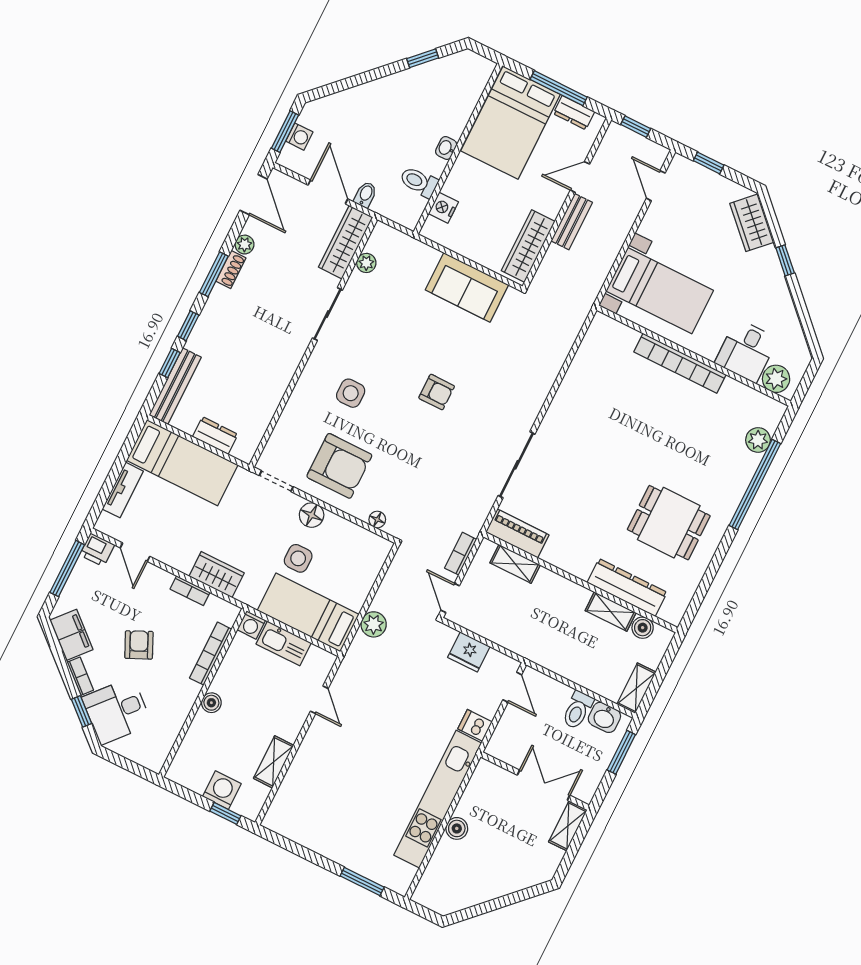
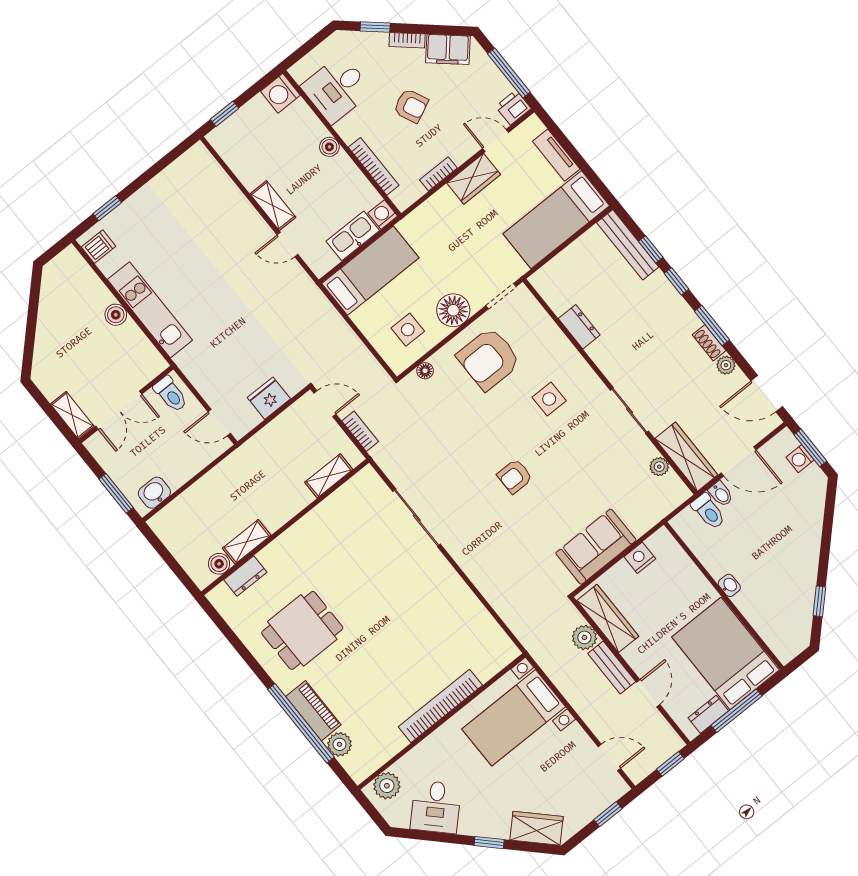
toilet: (419, 182) -> (708, 511), moved, turned 90
nightstand: (443, 208) -> (640, 558), moved, turned -90
desk: (746, 351) -> (436, 807), moved, turned -135
dresser: (215, 435) -> (579, 327), moved, turned -90
floor lamp: (312, 515) -> (453, 310), width x1.38, depth x1.38
piano: (517, 533) -> (313, 711), moved, turned -90
side table: (298, 558) -> (408, 330), moved
wardrobe: (217, 575) -> (474, 179), moved
dresser: (627, 587) -> (245, 576), width x0.51, depth x0.80
plant: (374, 624) -> (584, 637), moved
shelving: (636, 688) -> (167, 533), removed
toilet: (578, 710) -> (171, 394), moved, turned 180
desk: (117, 711) -> (337, 89), moved, turned -131
dishwasher: (475, 725) -> (99, 247), moved
shelving: (274, 762) -> (273, 206), moved
washing machine: (222, 790) -> (280, 93), moved, turned 90
kitchen unit: (438, 799) -> (150, 310), width x0.73
window: (362, 882) -> (107, 208), width x0.67

